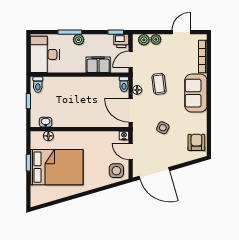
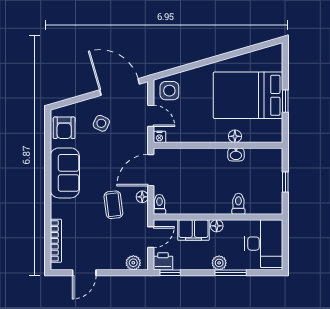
plant: (156, 39) -> (118, 263), removed
floor lamp: (80, 68) -> (217, 226), added
toilet: (38, 85) -> (238, 204), moved
sofa: (196, 93) -> (65, 173), moved
door: (131, 110) -> (151, 170), swing flipped
washbasin: (46, 122) -> (236, 154), moved
side table: (163, 128) -> (101, 123), moved
floor lamp: (48, 136) -> (235, 136), moved

